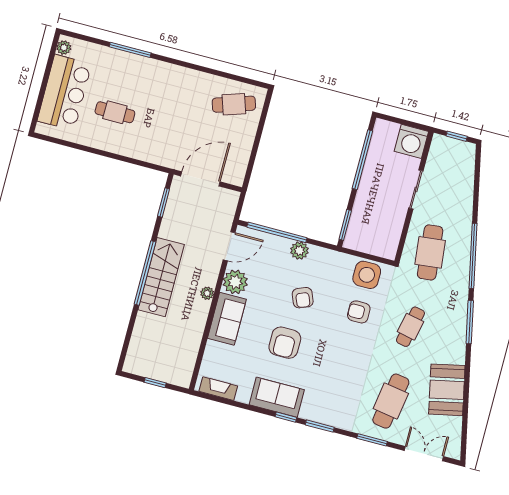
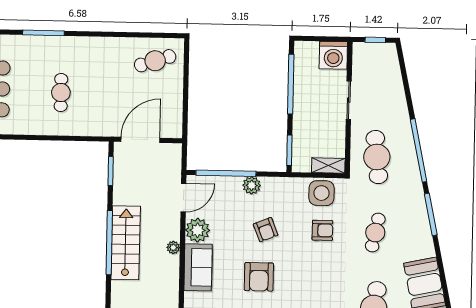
cafe table: (115, 112) -> (61, 93), moved, turned 90
shelving: (380, 249) -> (328, 165), added
armchair: (359, 312) -> (322, 230), turned 180

